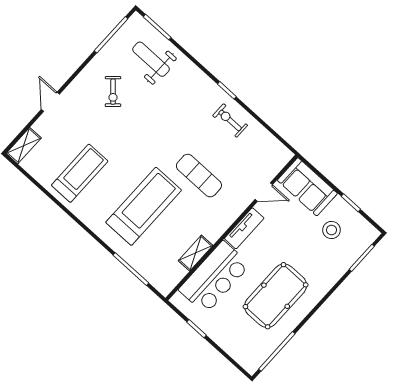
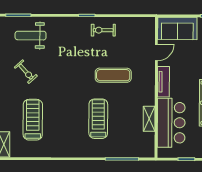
treadmill: (80, 173) -> (33, 120), moved
treadmill: (144, 206) -> (98, 119), width x0.73, depth x0.73

